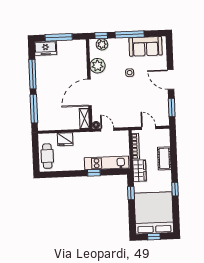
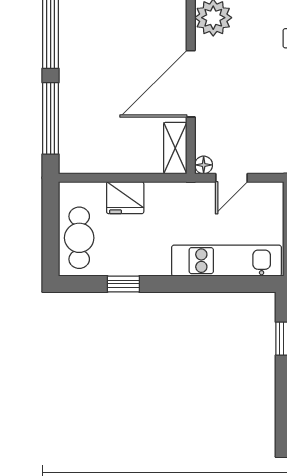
door: (107, 130) -> (232, 178), swing flipped
window: (94, 173) -> (123, 284), moved

